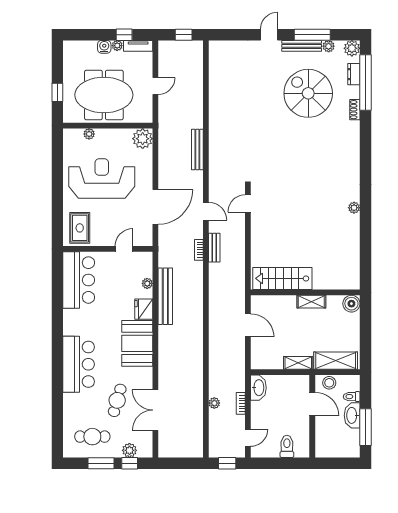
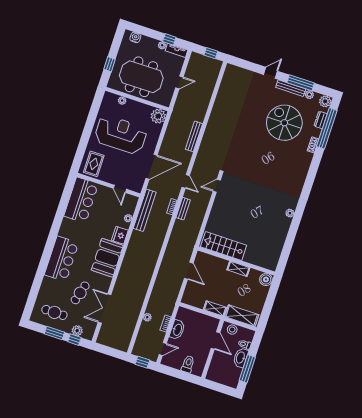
water cooler: (104, 47) -> (135, 37), moved
door: (124, 249) -> (120, 189), swing flipped
bench: (165, 296) -> (145, 210), moved
washbasin: (258, 388) -> (177, 330), moved

